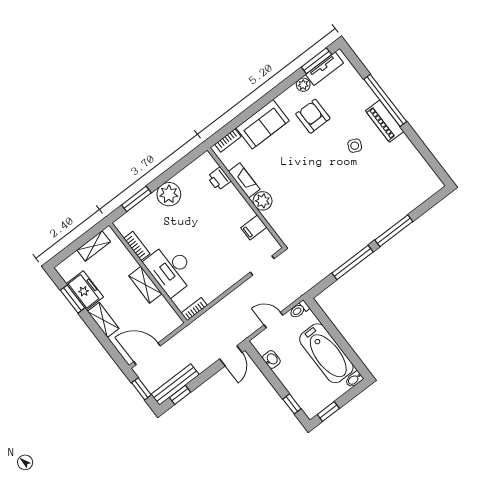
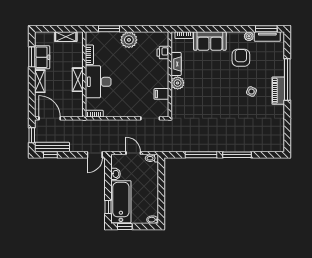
bathtub: (326, 353) -> (121, 202), moved, turned 180

